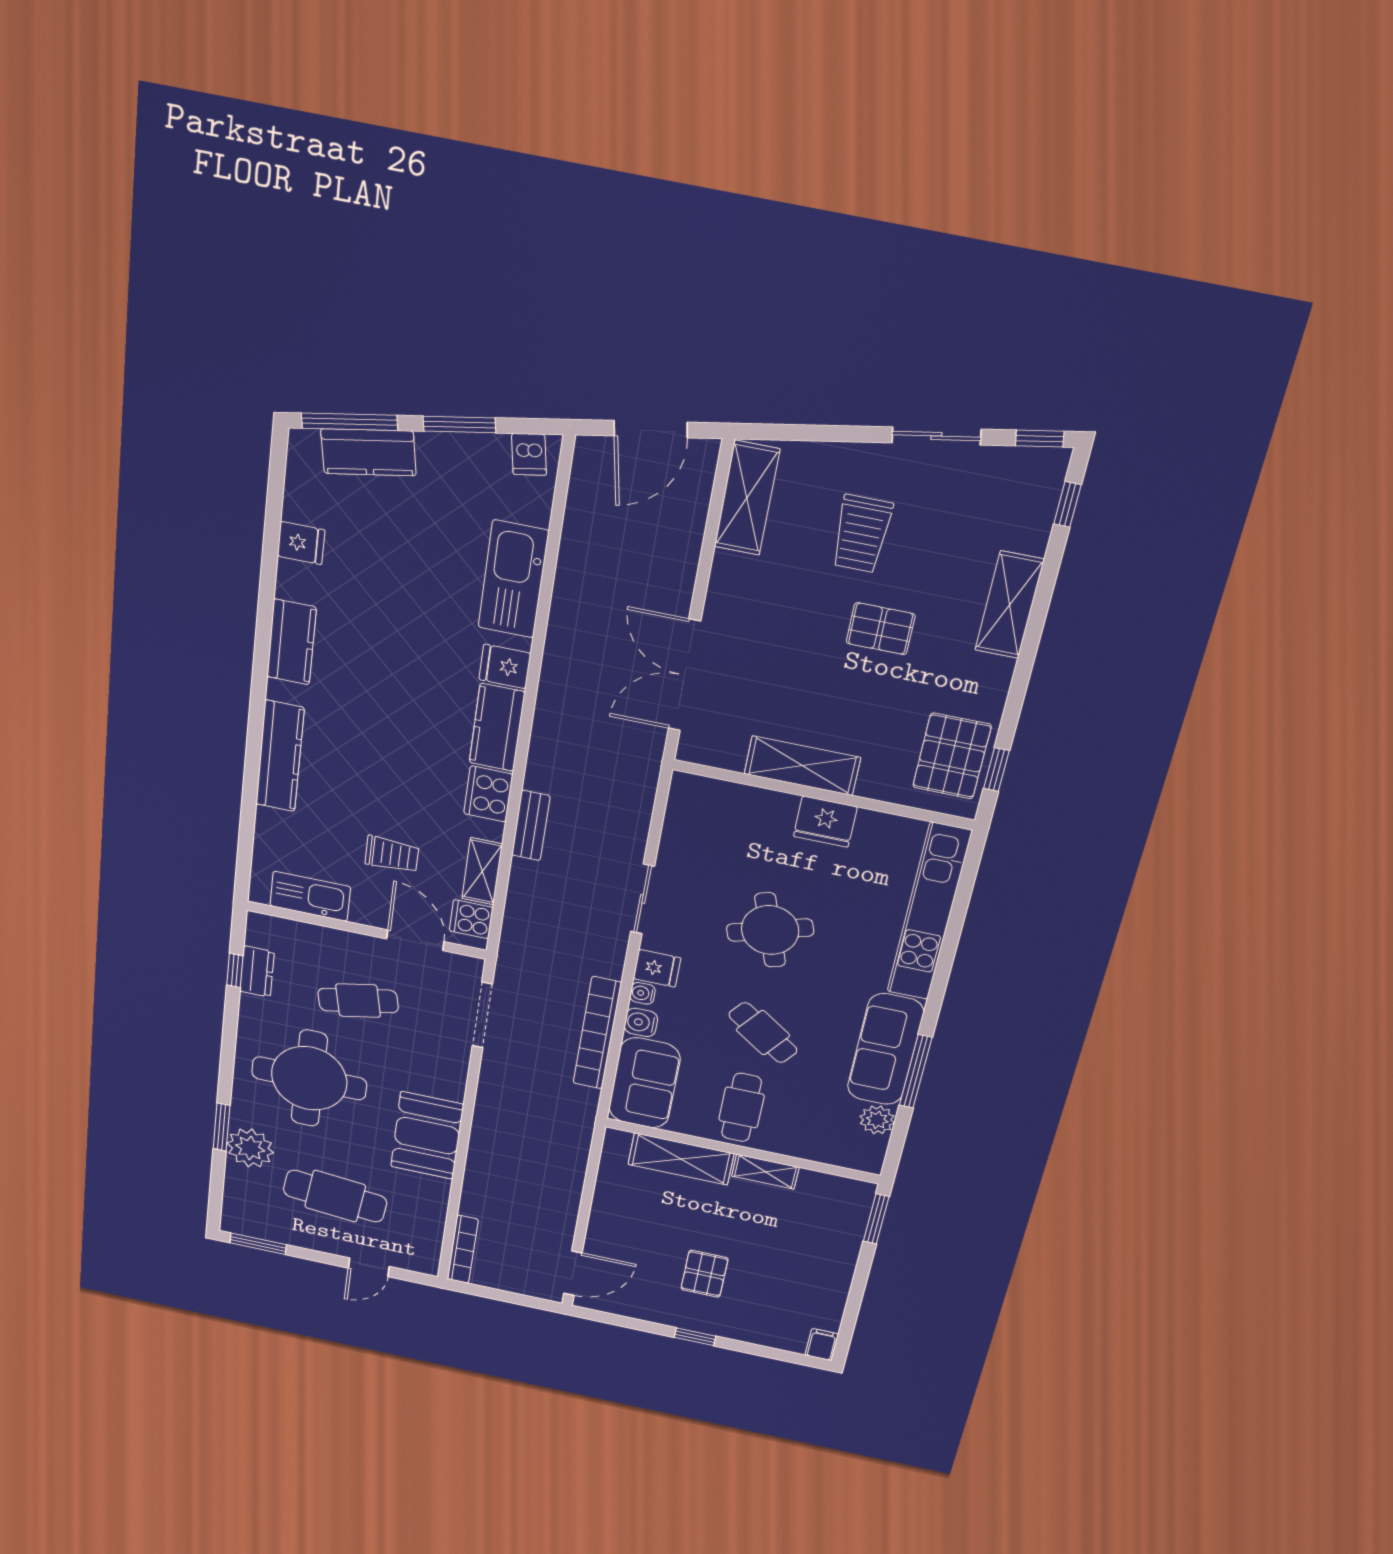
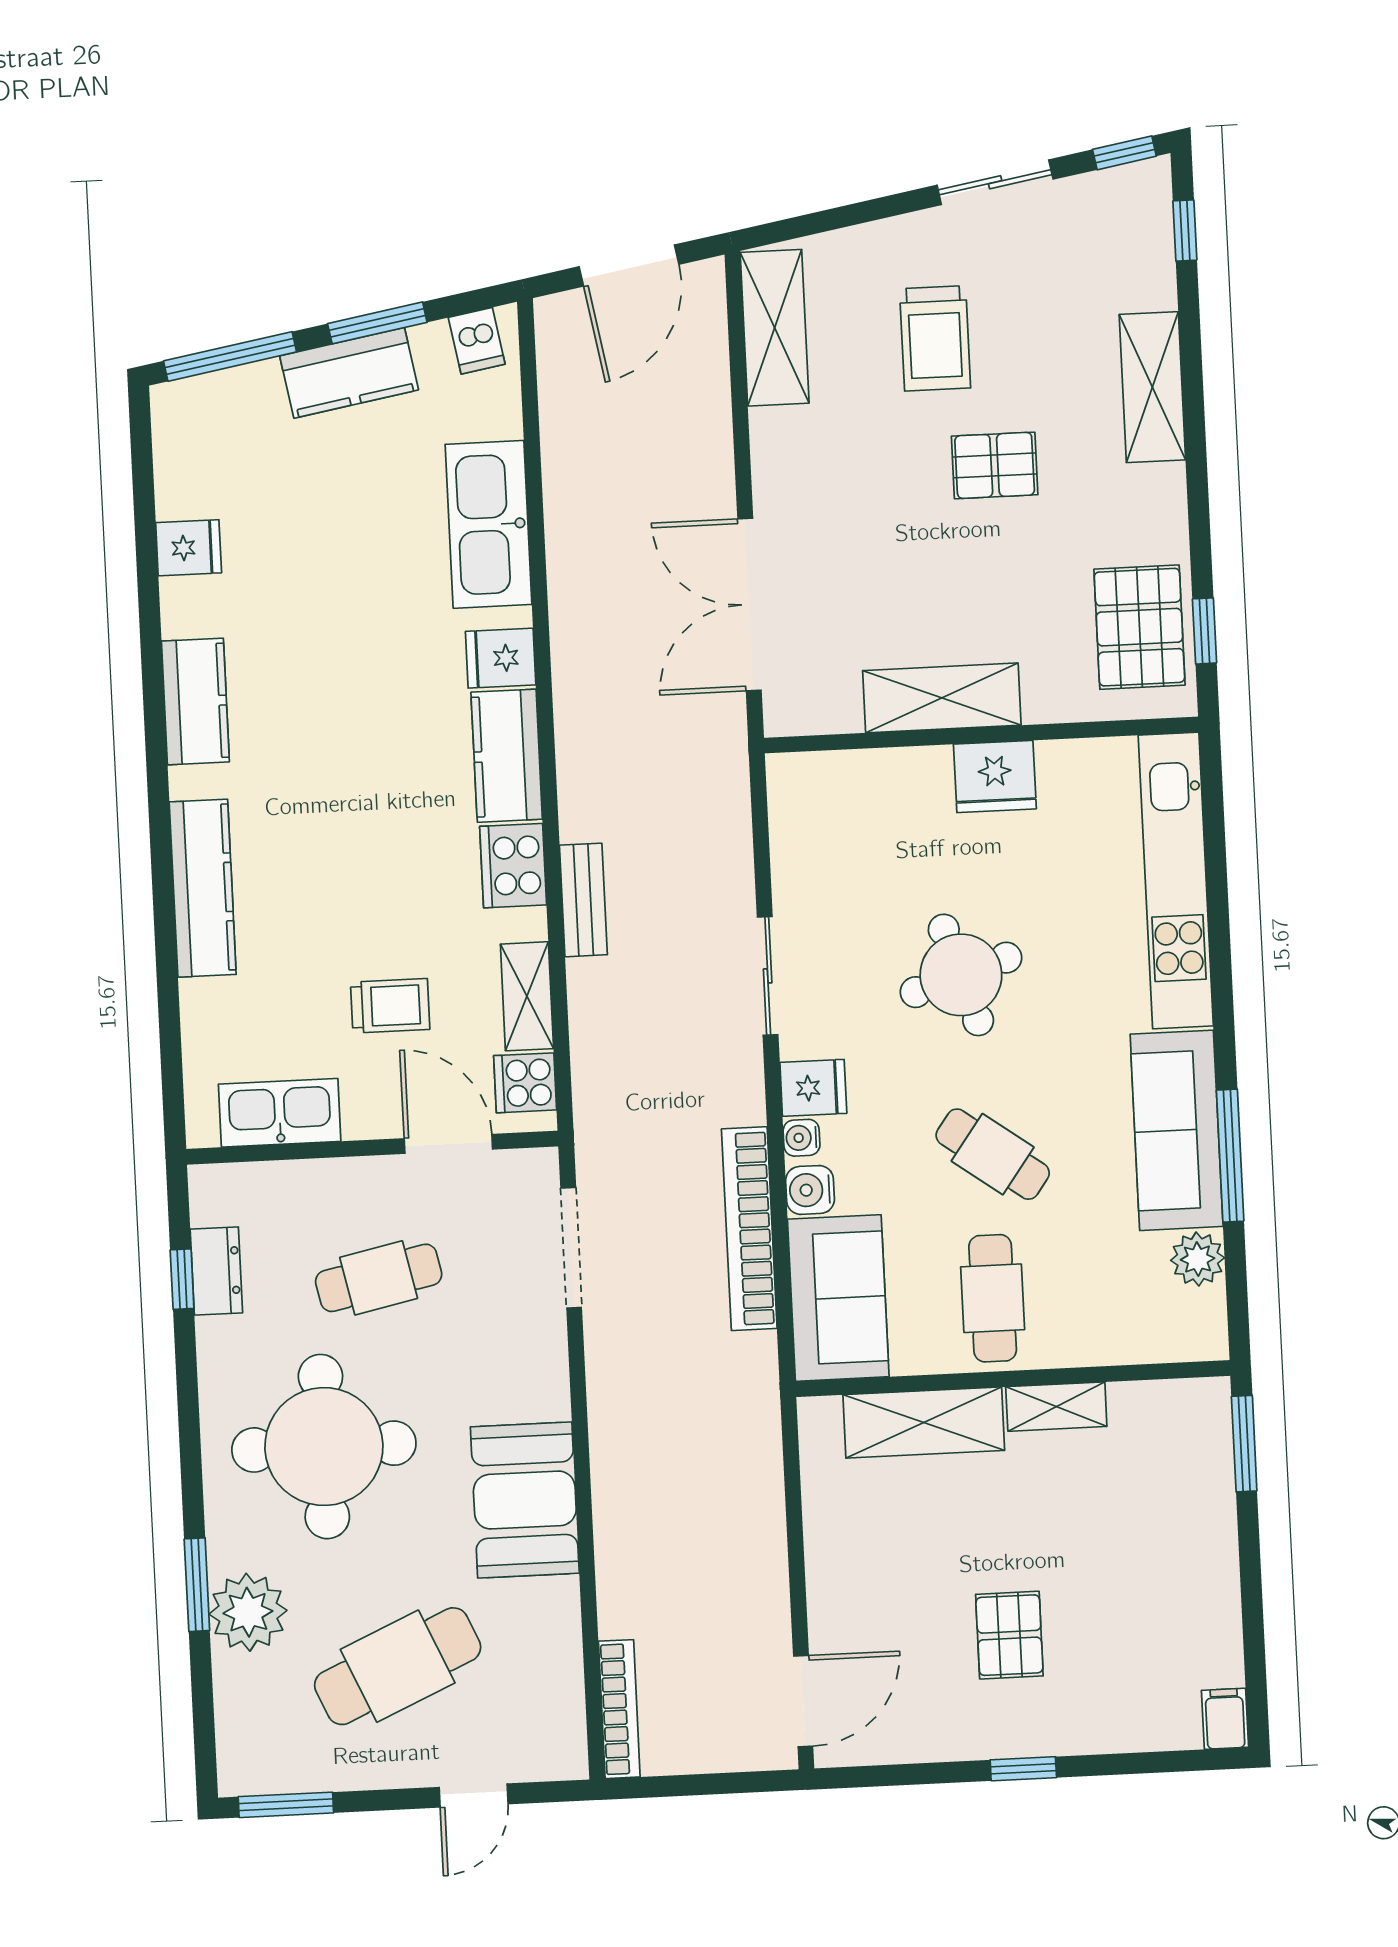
kitchen counter: (368, 452) -> (349, 373), moved
cafe table: (335, 1196) -> (398, 1666), turned -30

